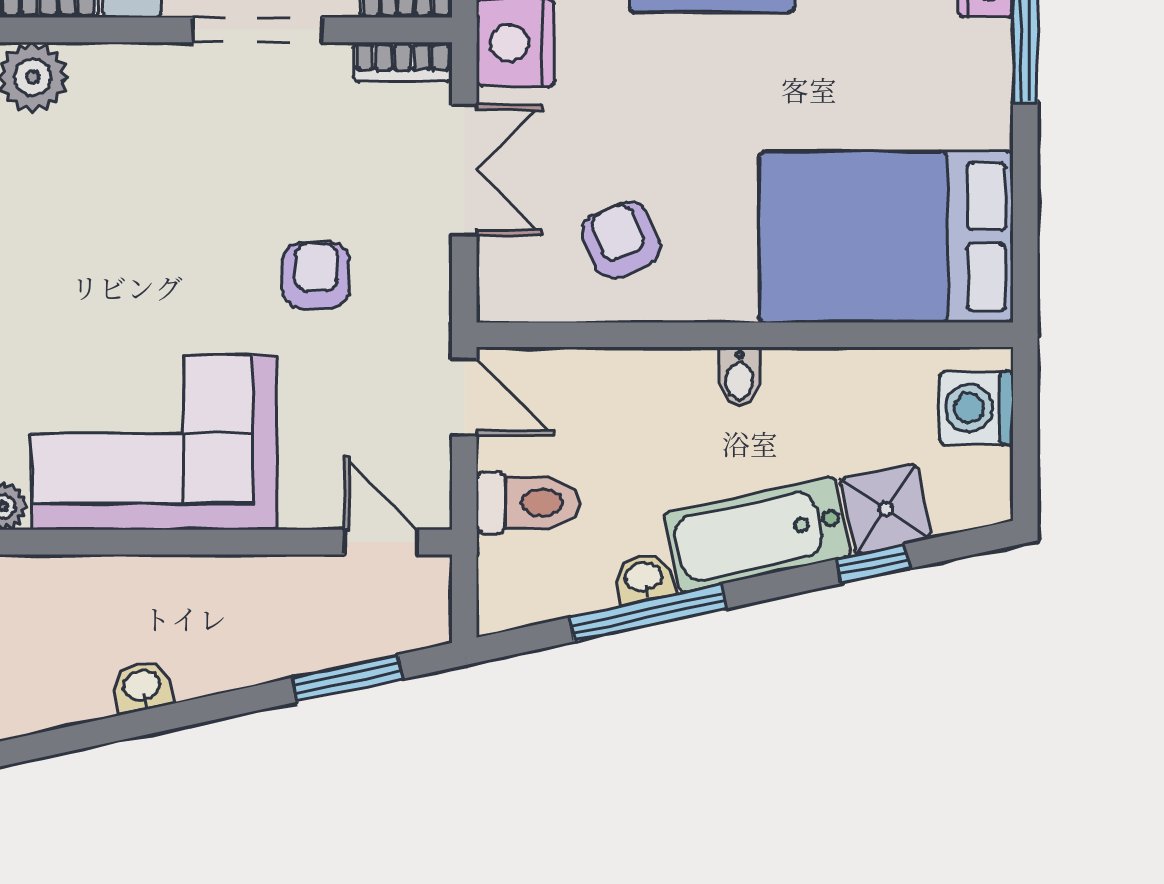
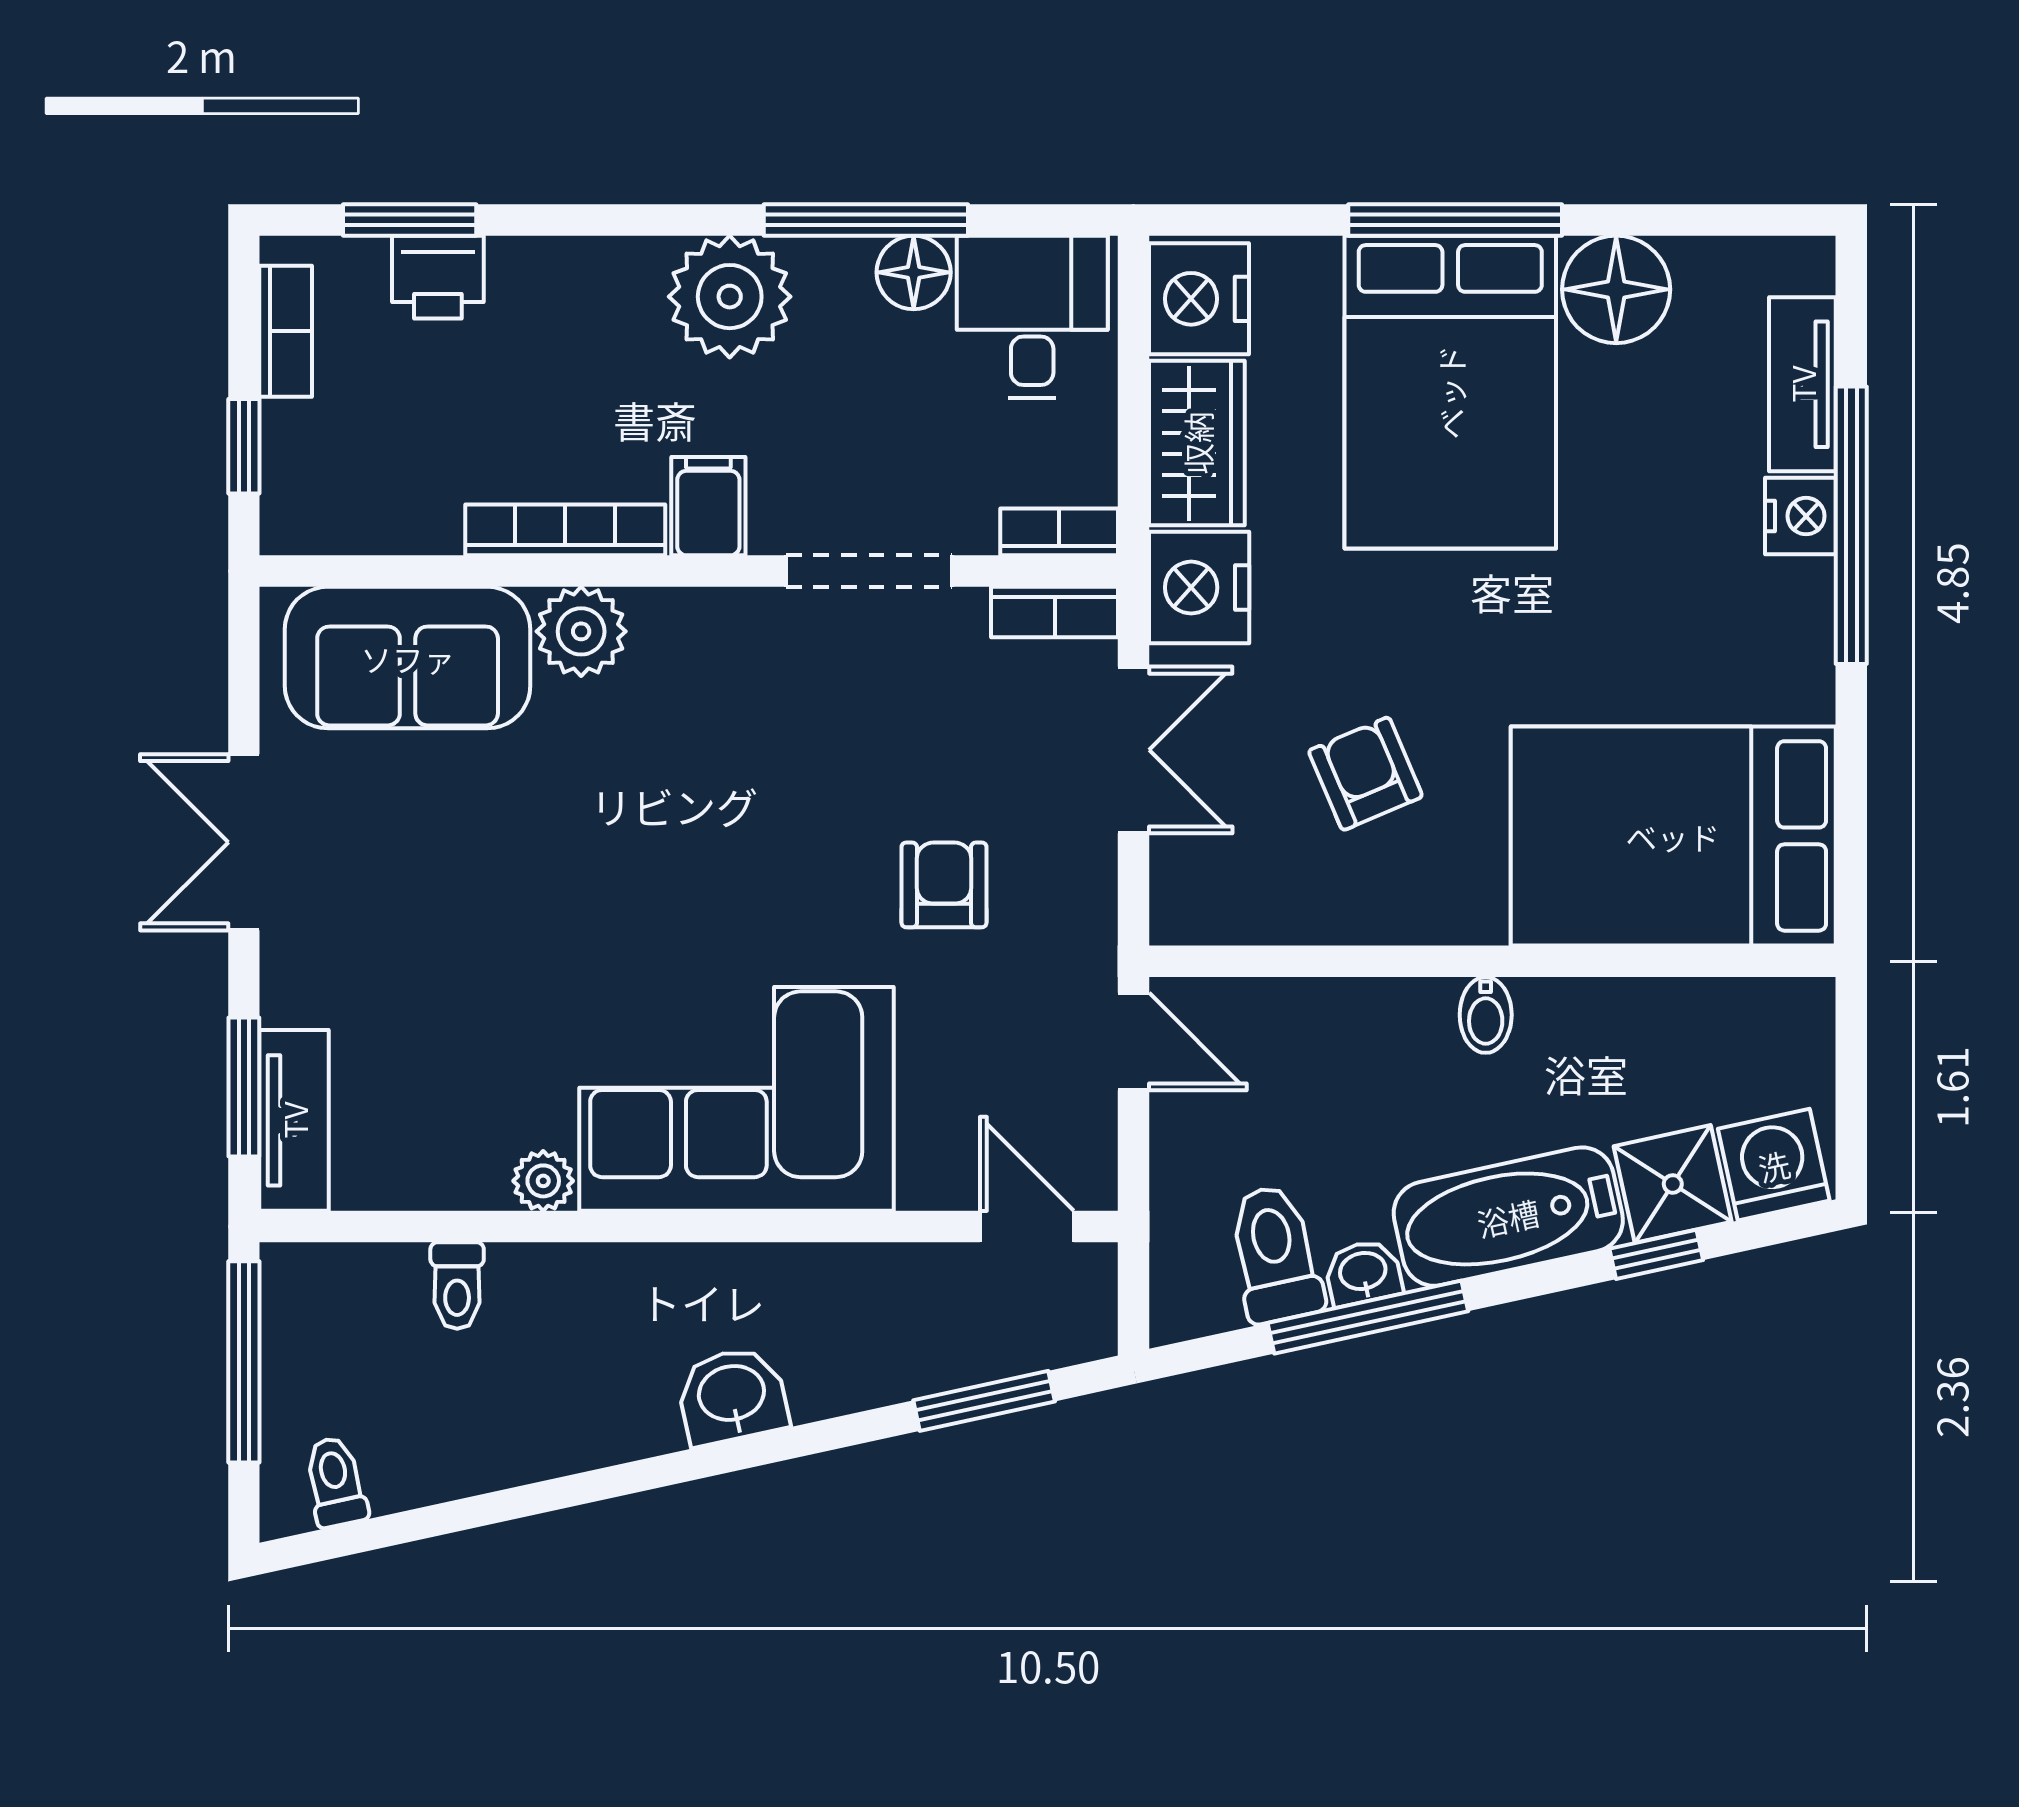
armchair: (621, 240) -> (1366, 774), moved
washing machine: (976, 408) -> (1774, 1165), moved, turned 78
toilet: (528, 503) -> (1275, 1254), moved, turned -102
washbasin: (142, 687) -> (732, 1396), width x1.38, depth x1.45

